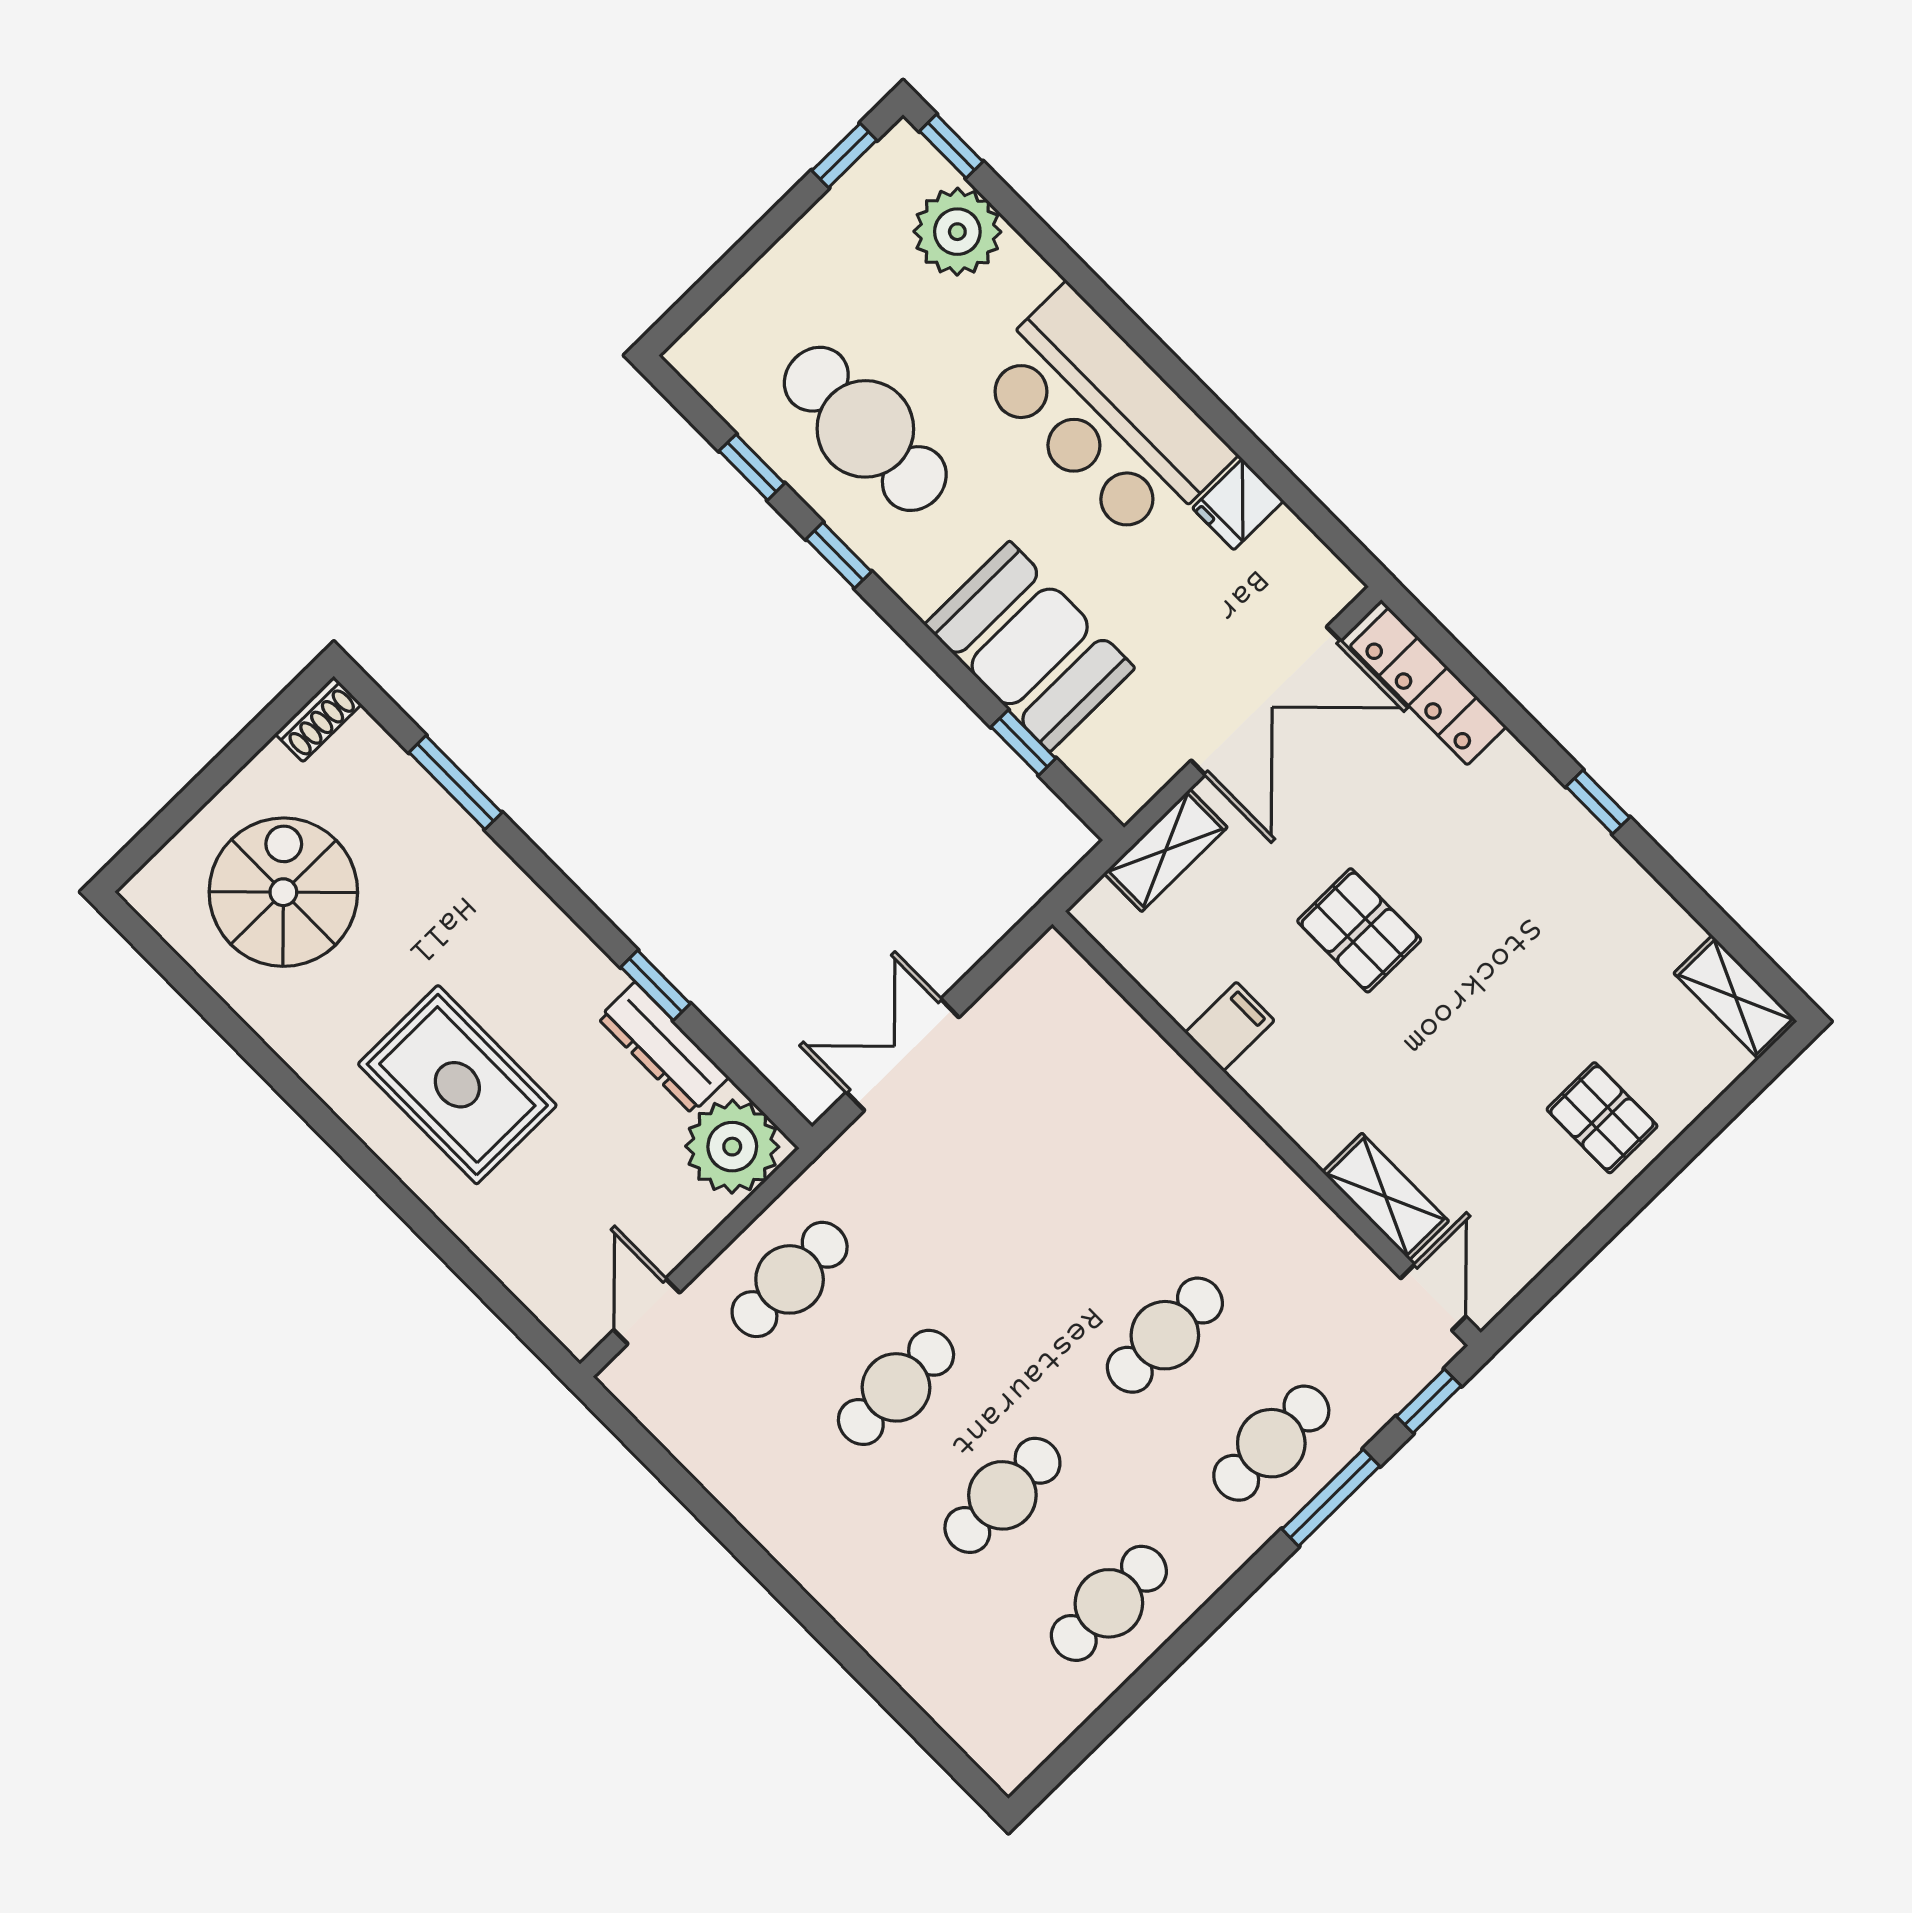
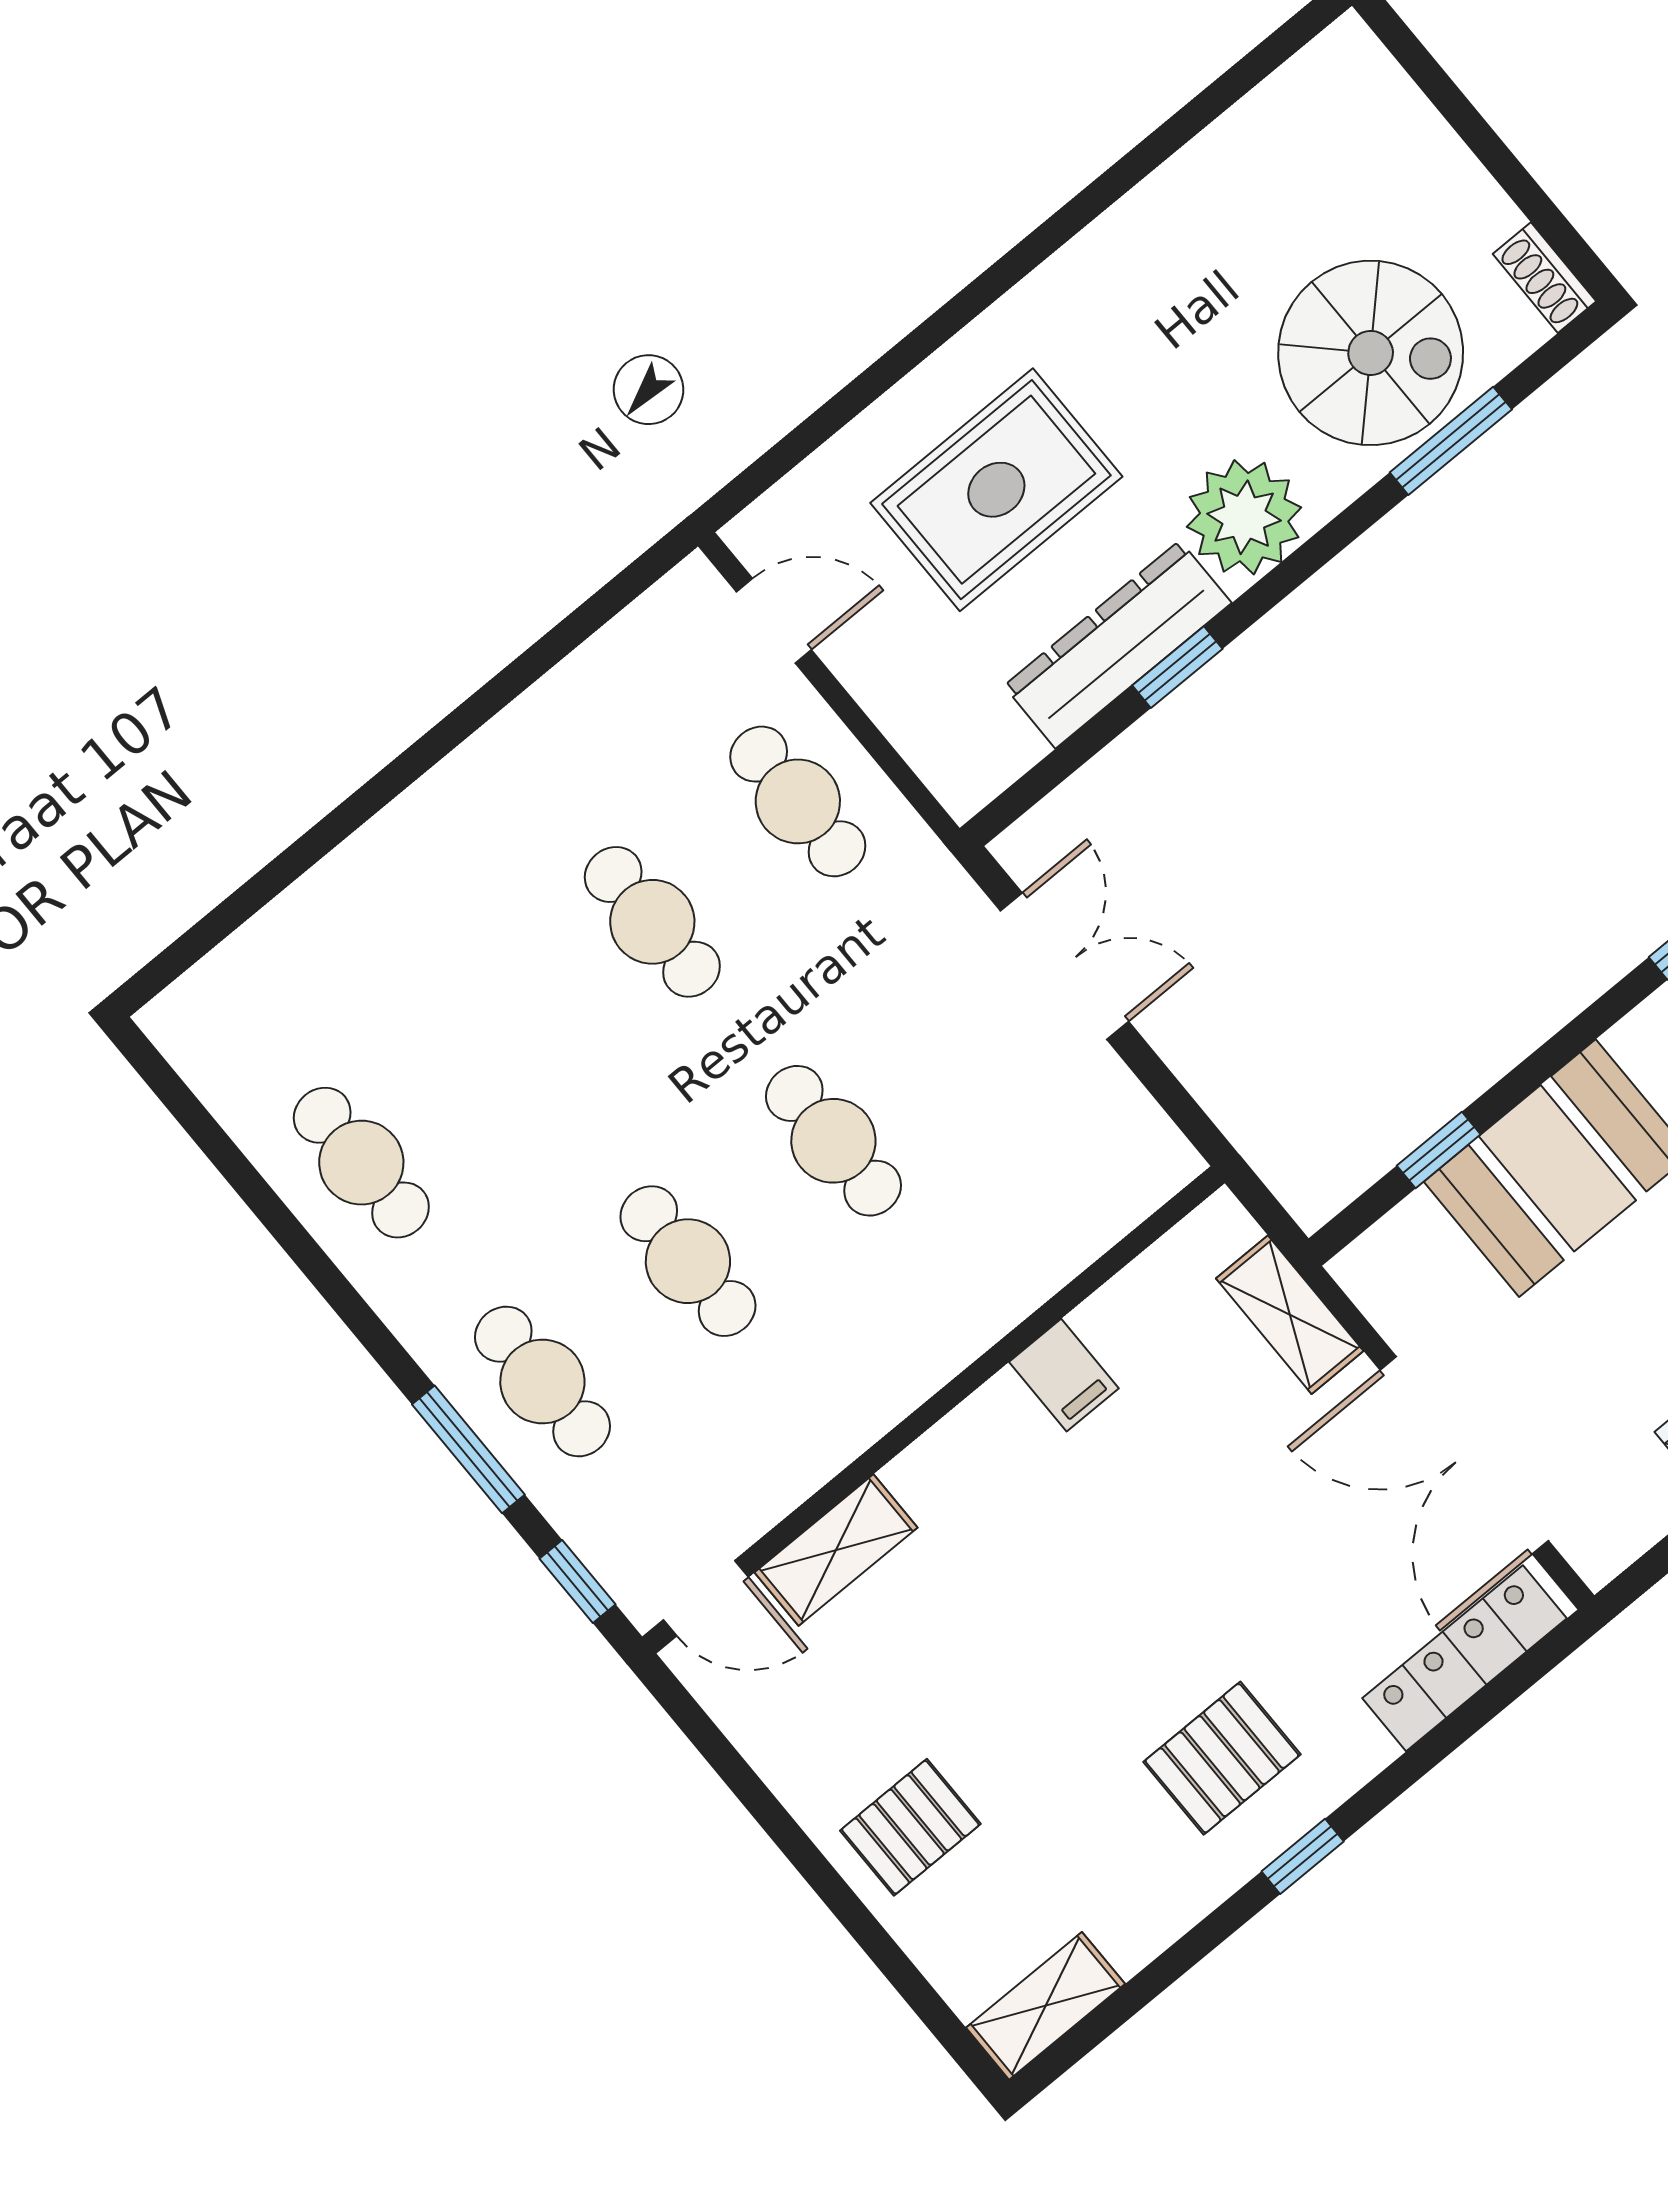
spiral stairs: (283, 892) -> (1371, 353), moved
pallet: (1359, 930) -> (1222, 1758), moved
dresser: (663, 1048) -> (1118, 644), width x1.37, depth x1.24
rug: (457, 1085) -> (996, 490), moved
plant: (732, 1147) -> (1244, 517), moved
cafe table: (1002, 1495) -> (833, 1141), moved

